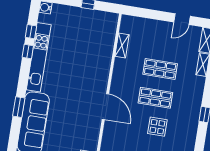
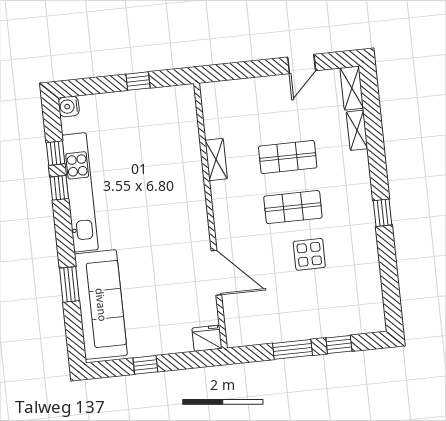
shelving: (122, 46) -> (216, 160), moved
door: (105, 107) -> (216, 273), moved

